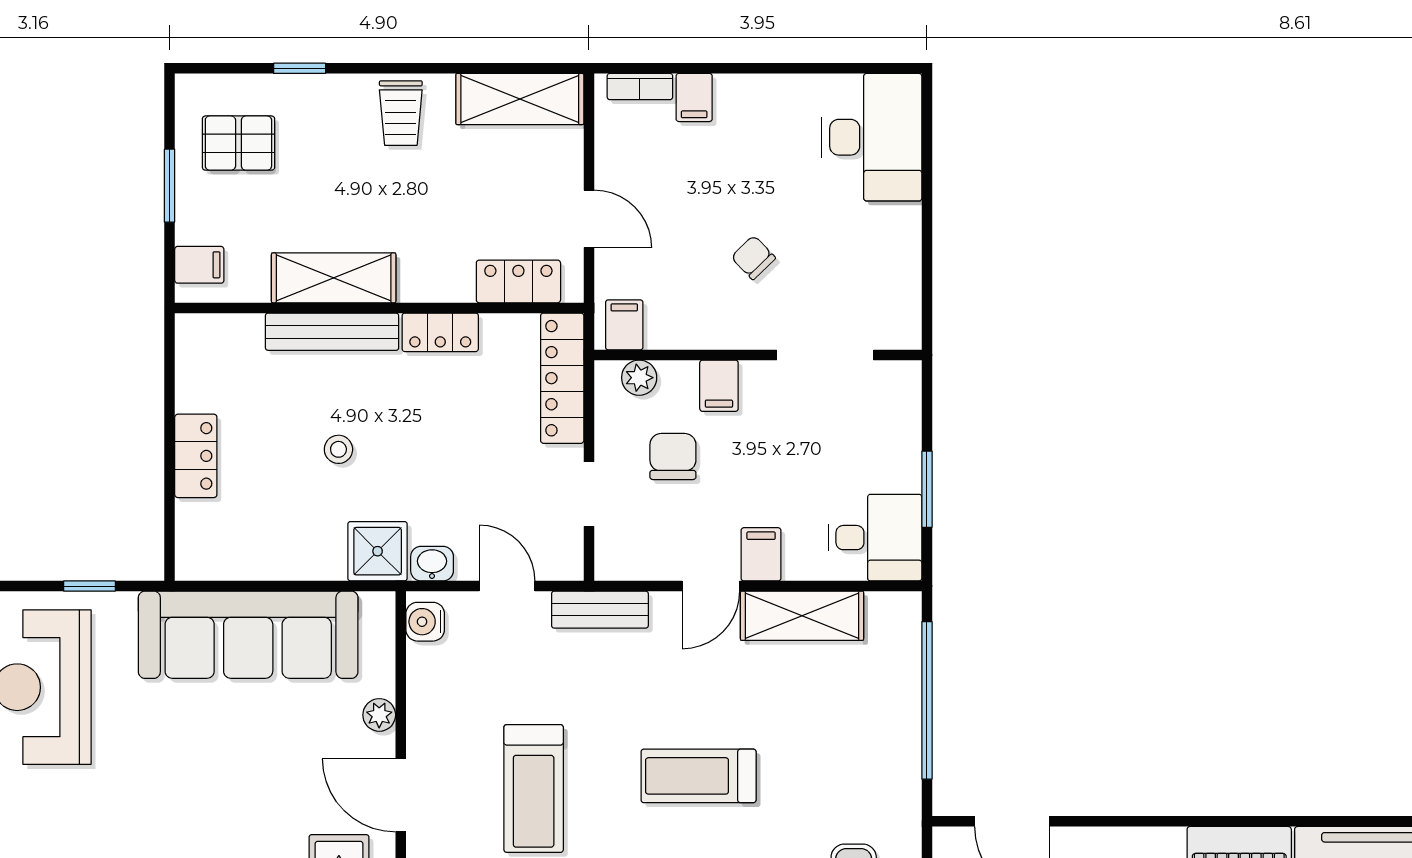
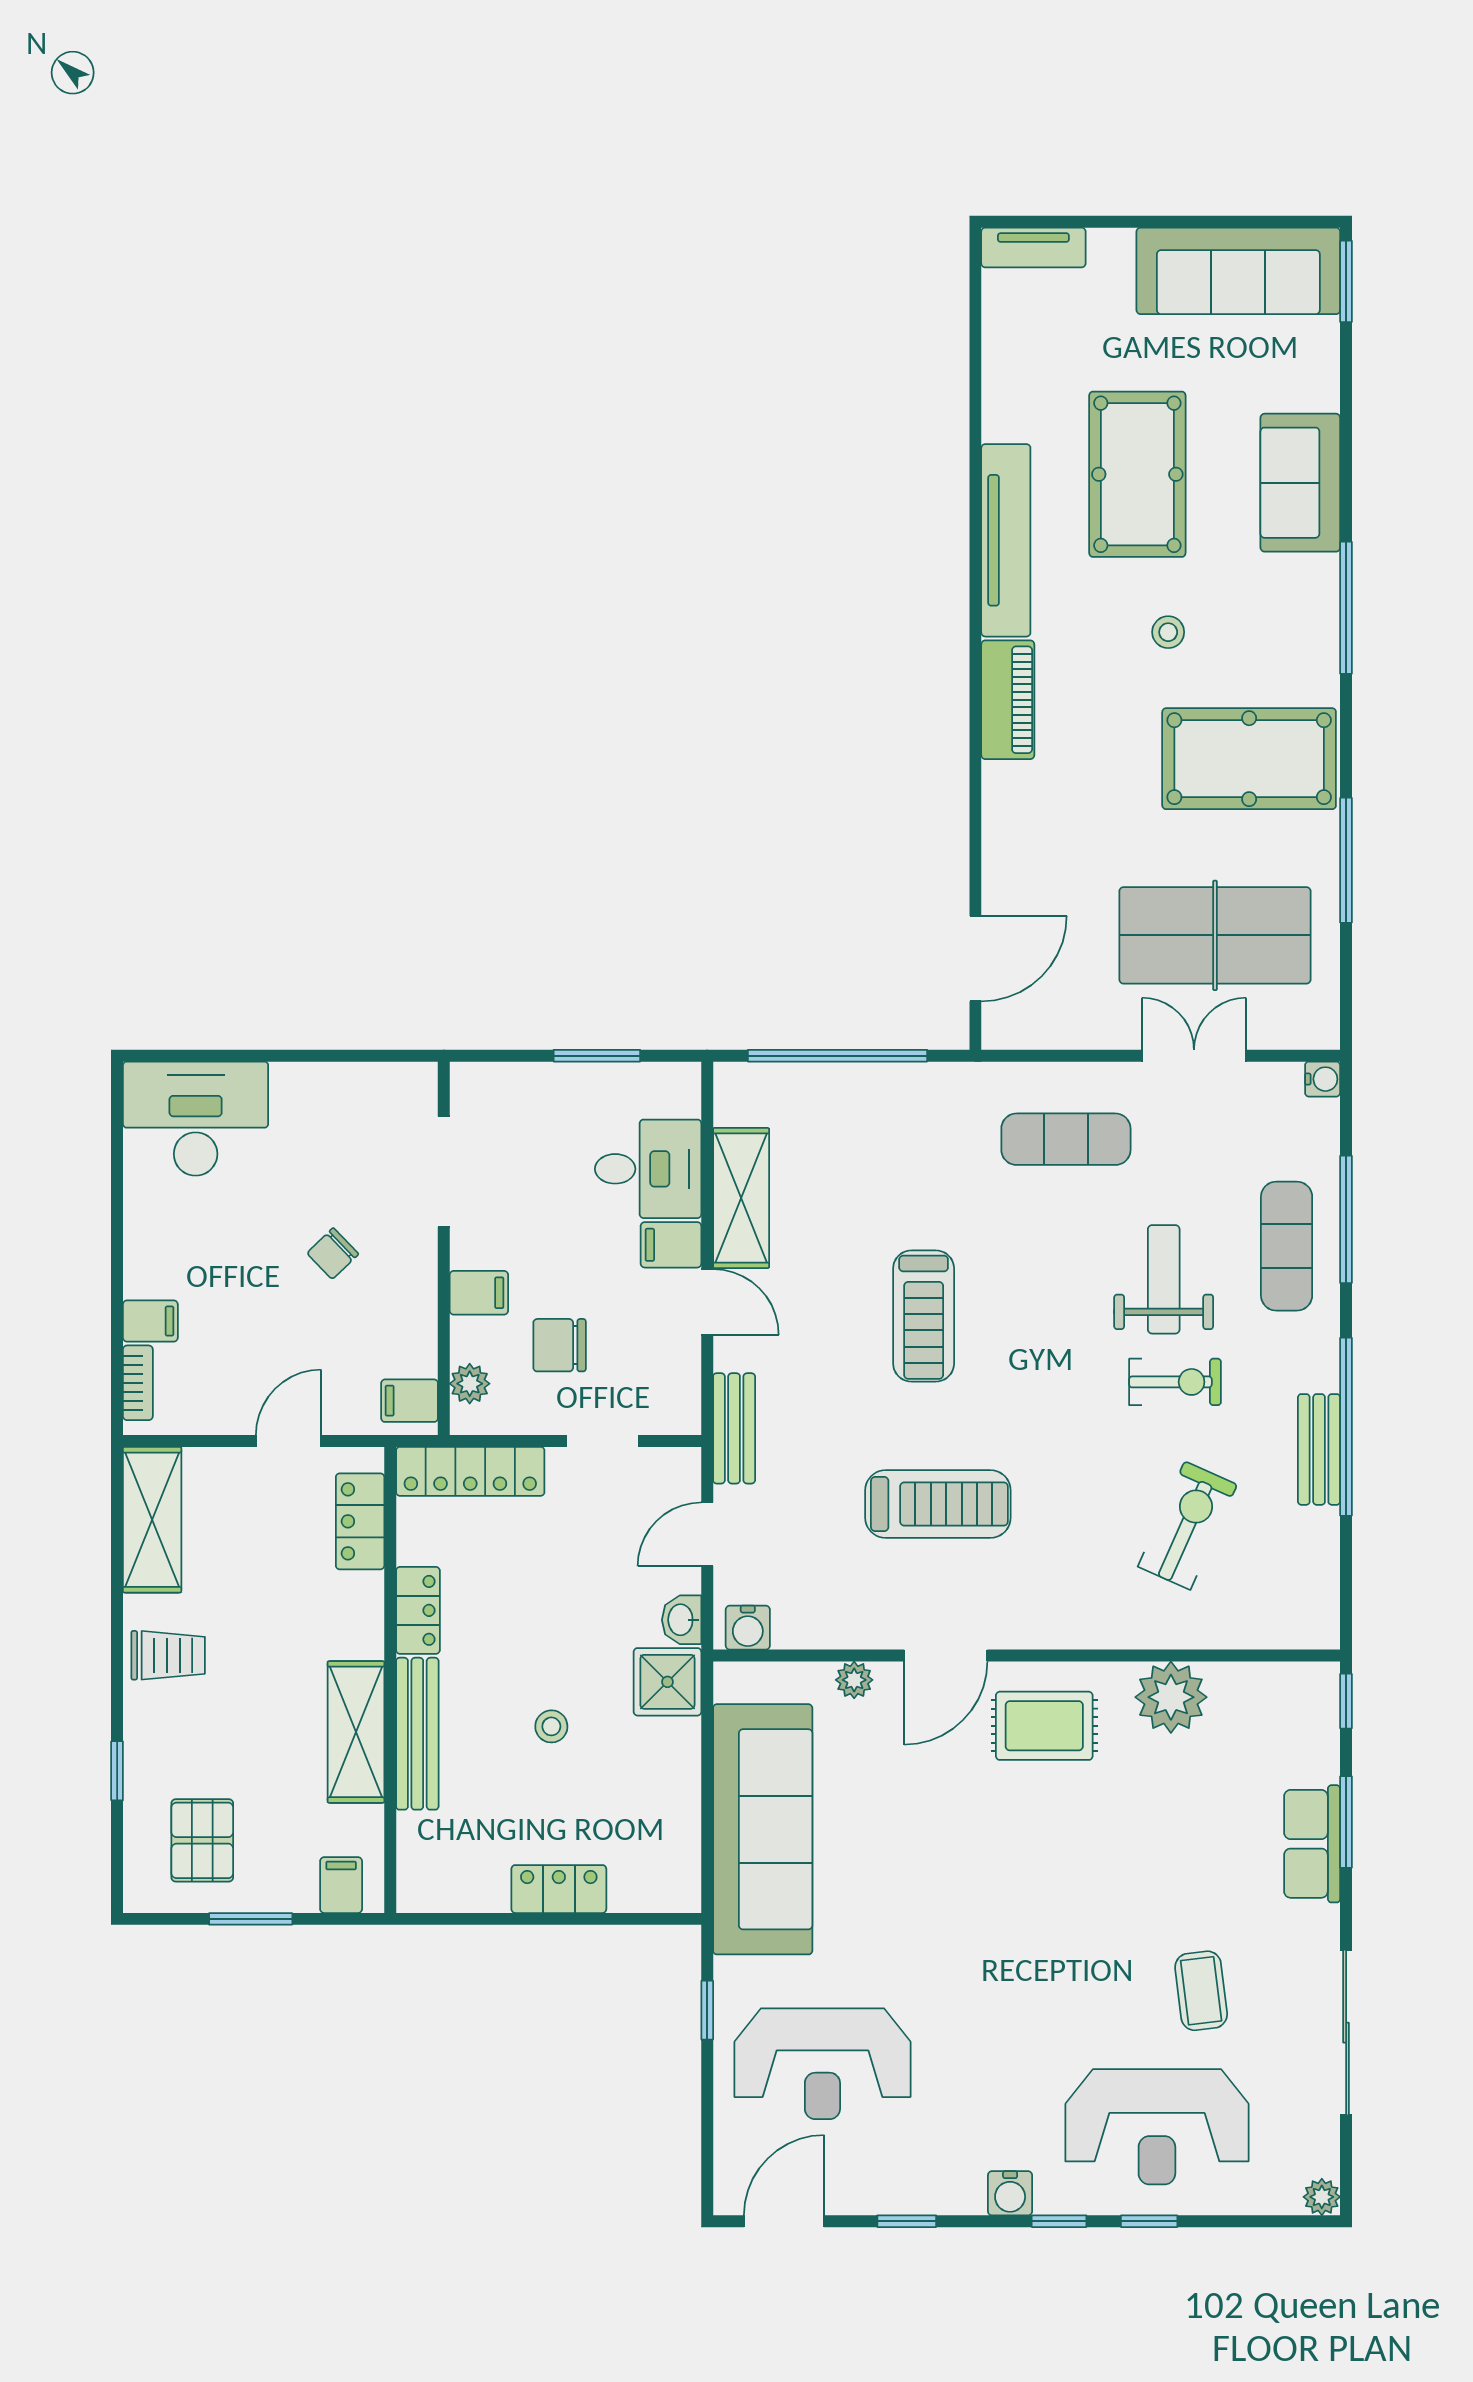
desk: (875, 538) -> (648, 1169), moved, turned 90

